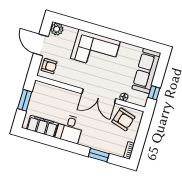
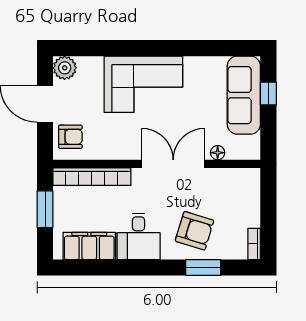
bookcase: (54, 90) -> (92, 177), added
window: (154, 93) -> (268, 93), moved
double door: (99, 96) -> (173, 164), swing flipped
armchair: (123, 119) -> (194, 231), moved

